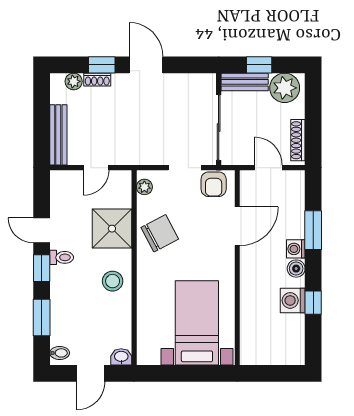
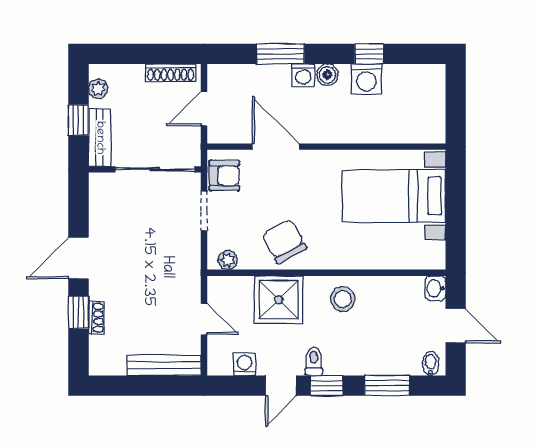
plant: (74, 81) -> (99, 347), removed
plant: (285, 88) -> (98, 89), width x0.53, depth x0.53
washing machine: (59, 201) -> (245, 364), added

